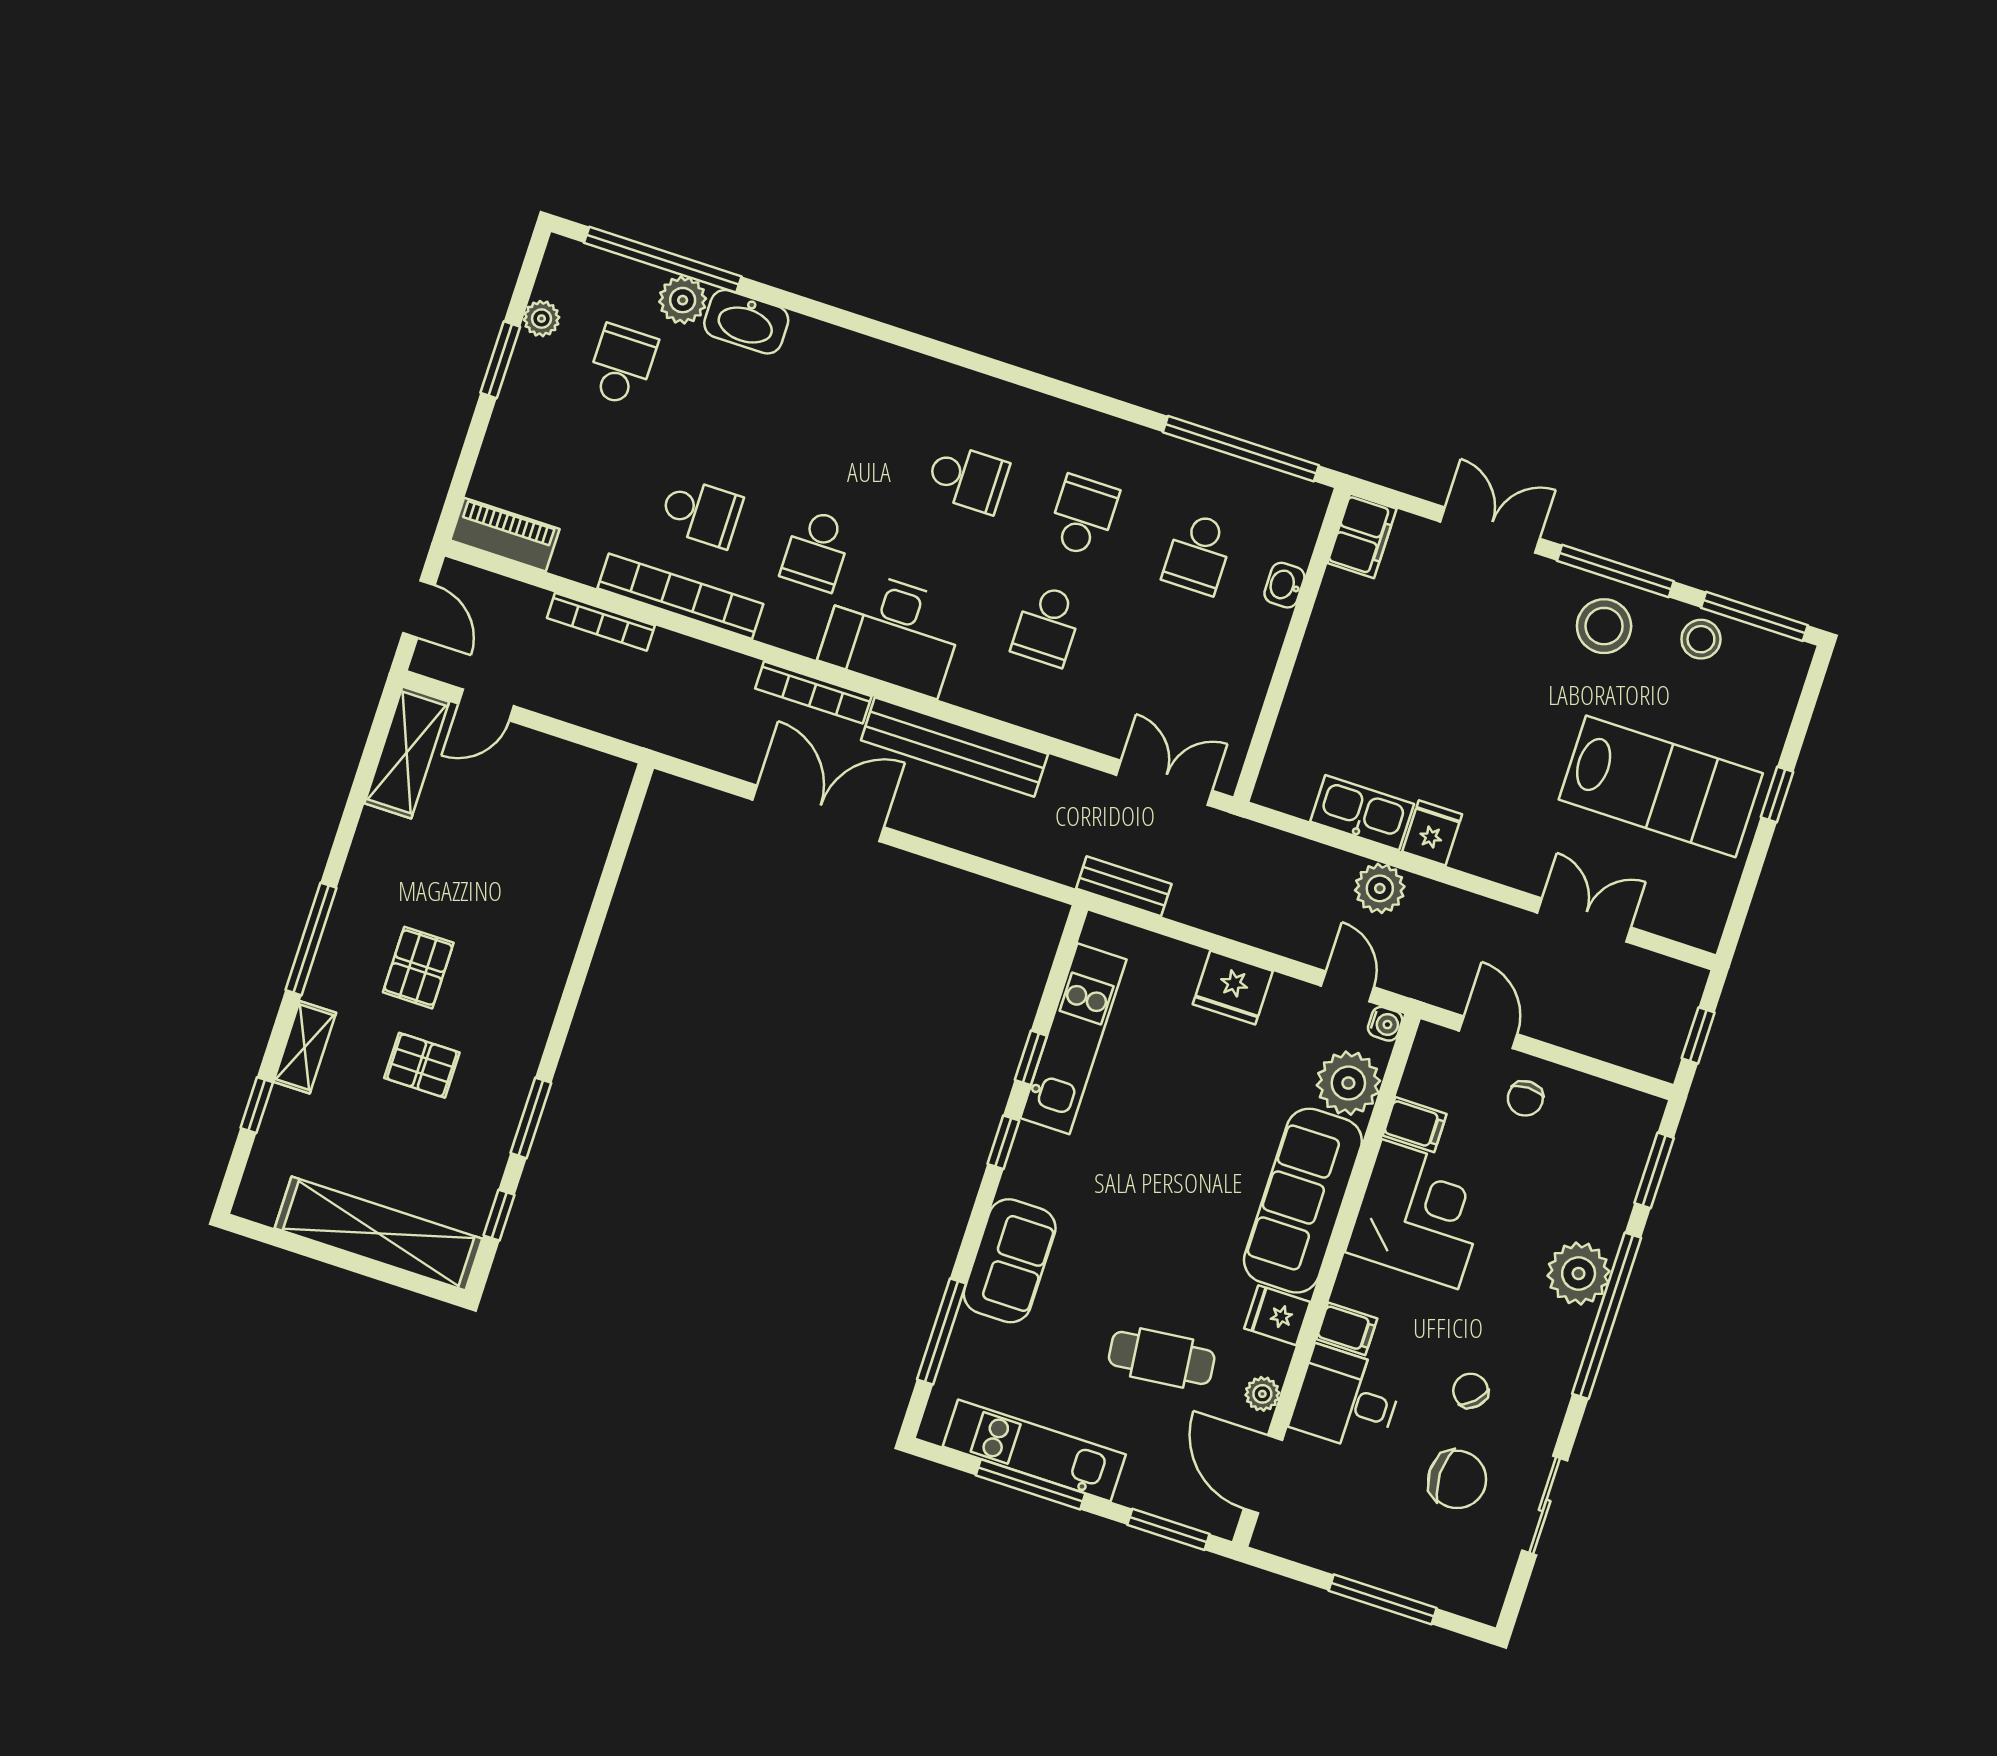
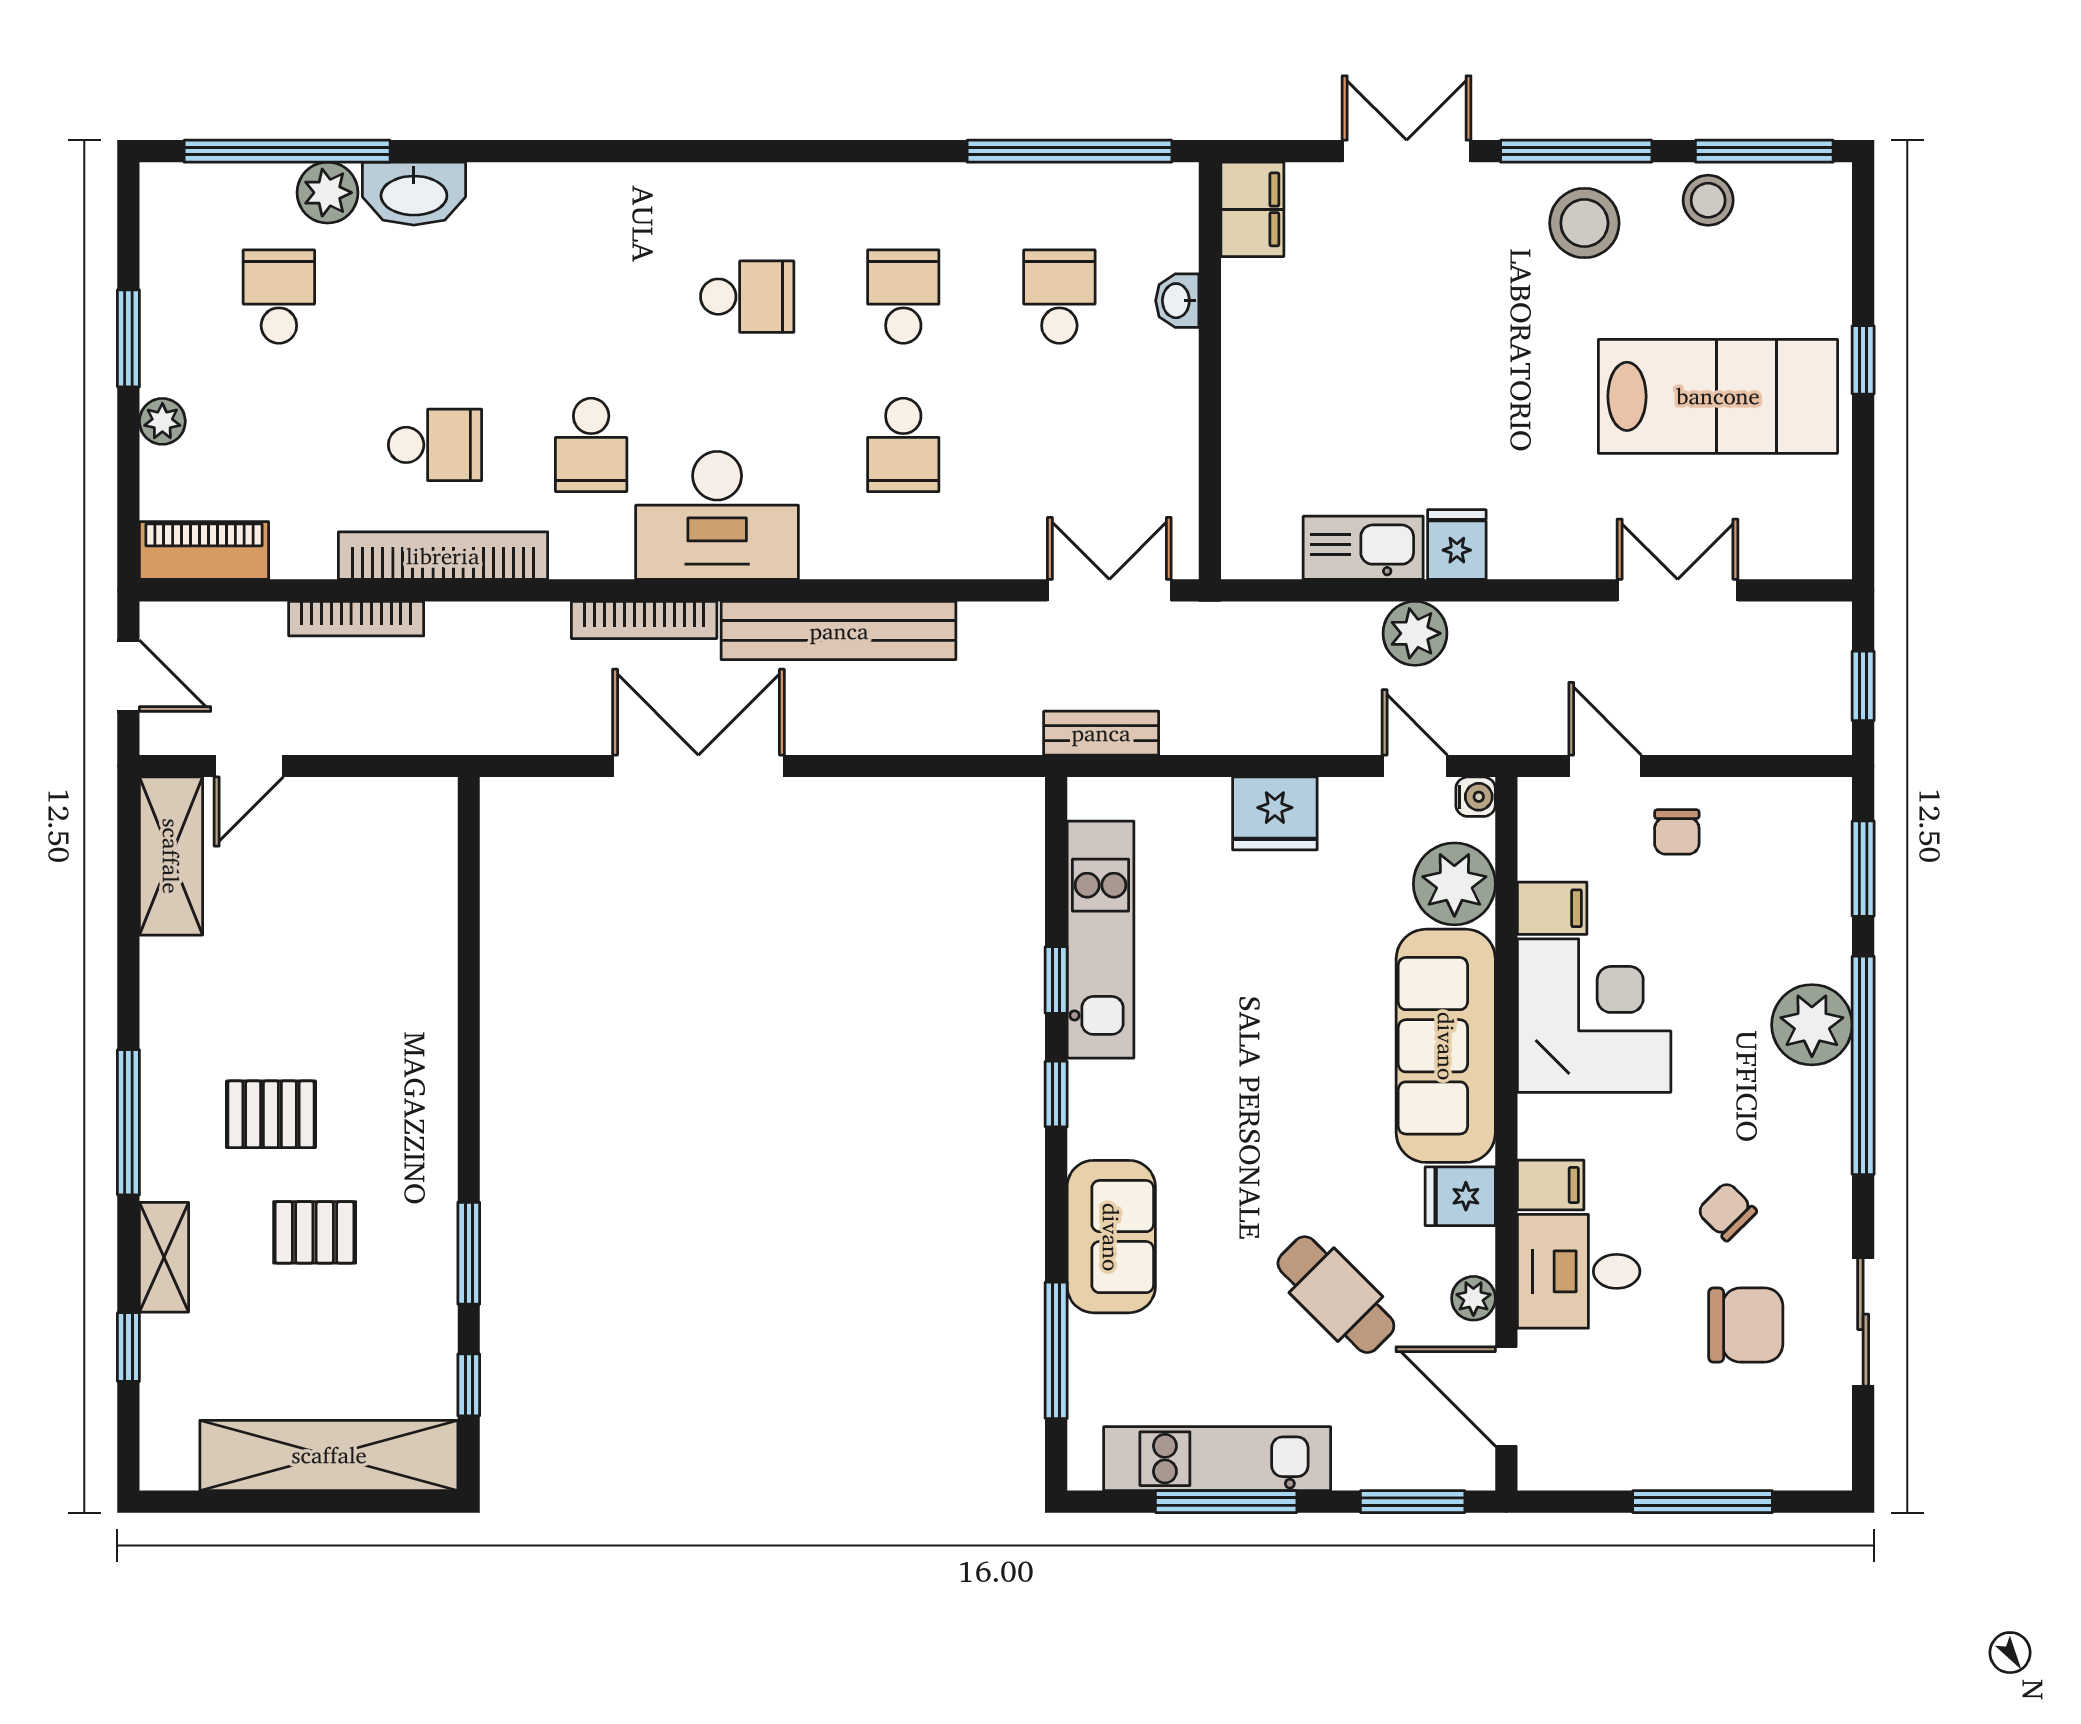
plant: (542, 319) -> (162, 421), moved
school desk: (1198, 554) -> (1059, 297), turned 180
pallet: (418, 968) -> (271, 1114), turned 90
cafe table: (1162, 1358) -> (1336, 1295), turned 51

